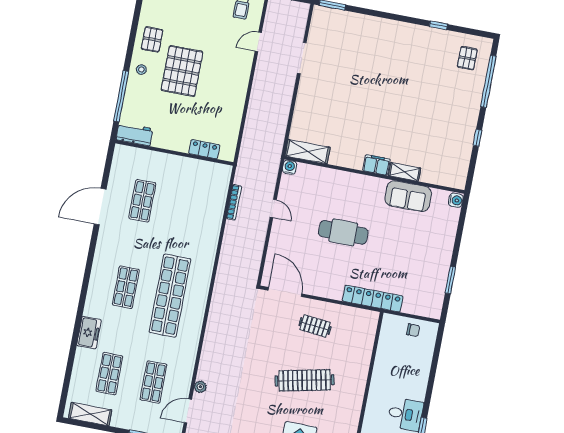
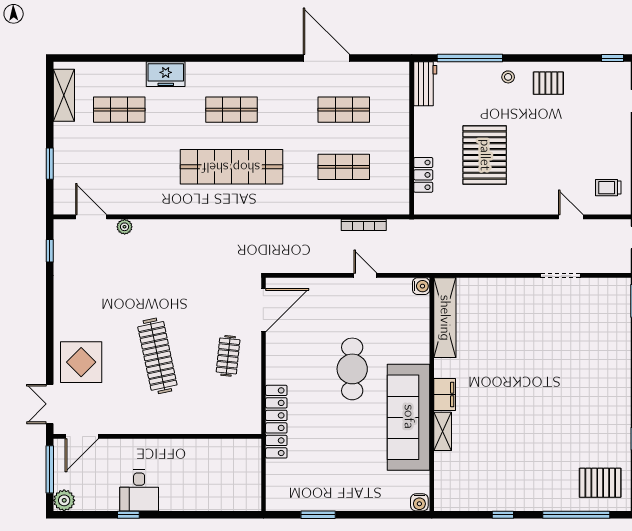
pallet: (467, 58) -> (600, 483), width x1.50, depth x1.42
pallet: (182, 71) -> (485, 155), moved, turned 90
shelving: (308, 152) -> (445, 318), width x1.47
sofa: (408, 196) -> (409, 417), width x1.85, depth x1.27
door: (273, 208) -> (365, 275), swing flipped
chair: (413, 330) -> (246, 480), removed
shop shelf: (153, 382) -> (344, 167), moved

